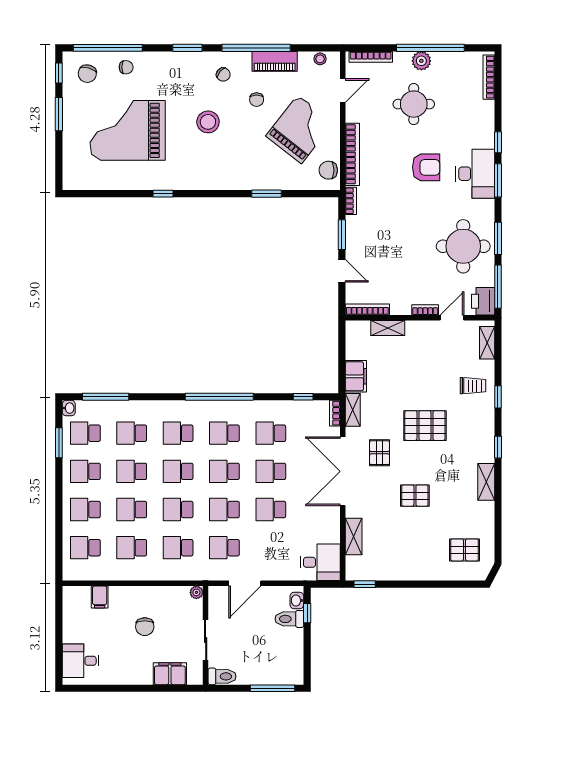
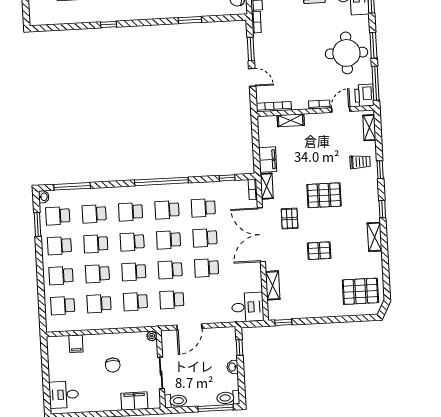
pallet: (465, 550) -> (360, 291), width x1.50, depth x1.42
washbasin: (297, 601) -> (233, 367), moved
toilet: (289, 619) -> (228, 398), moved

